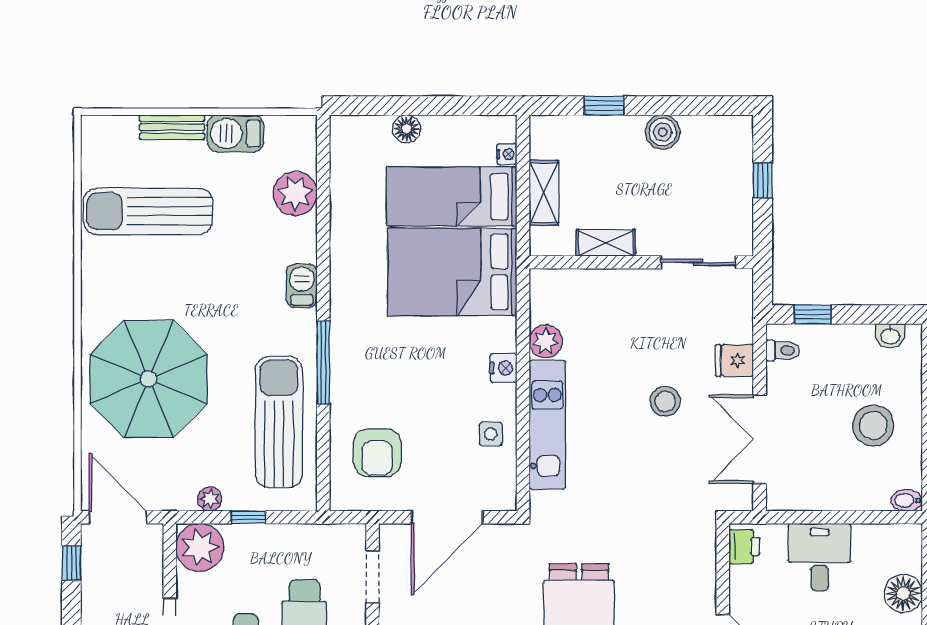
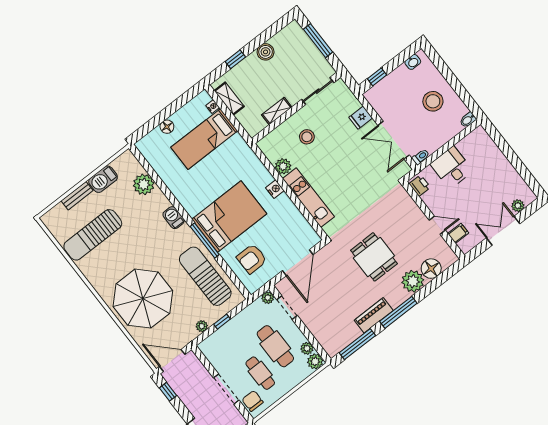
window: (763, 180) -> (318, 41), width x2.17
shelving: (544, 193) -> (229, 99), moved
bed: (452, 272) -> (229, 216), moved, turned 180
toilet: (783, 351) -> (421, 157), moved
stool: (665, 401) -> (307, 137), moved
side table: (491, 434) -> (290, 218), removed
armchair: (377, 452) -> (252, 259), turned 90
plant: (200, 547) -> (268, 298), moved, width x0.53, depth x0.53
floor lamp: (903, 594) -> (494, 156), removed

